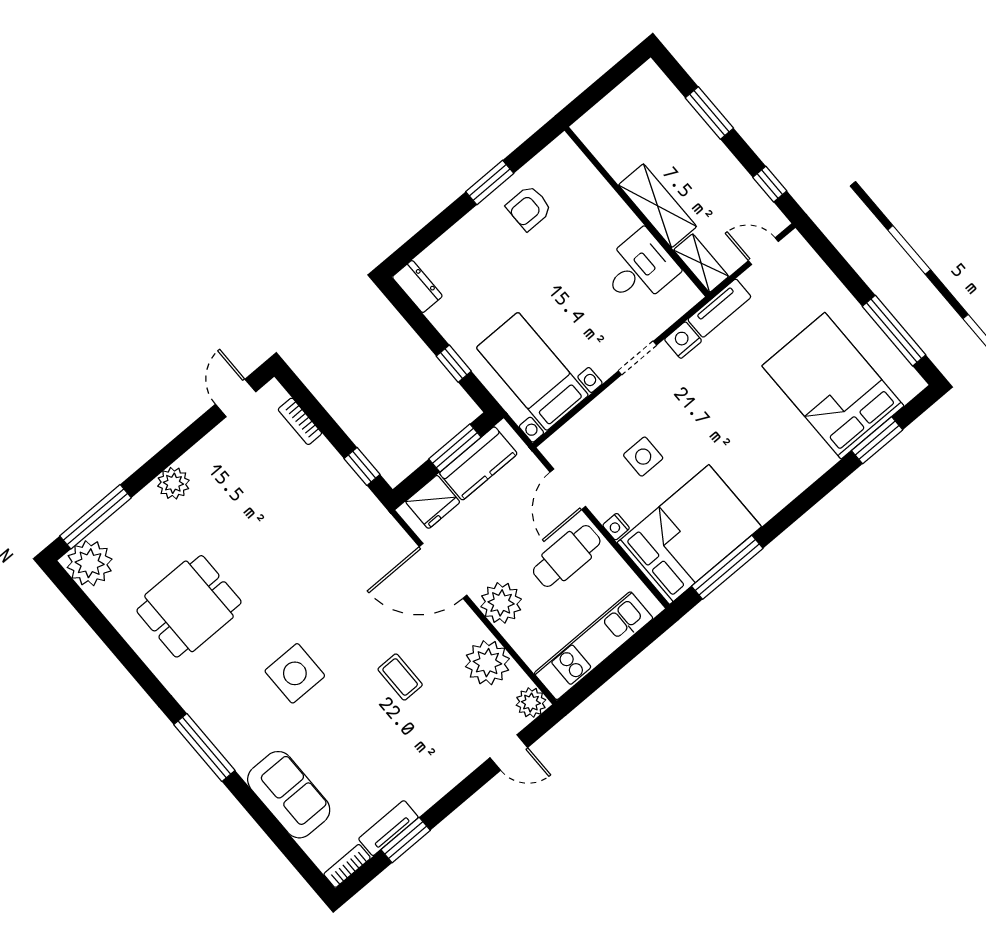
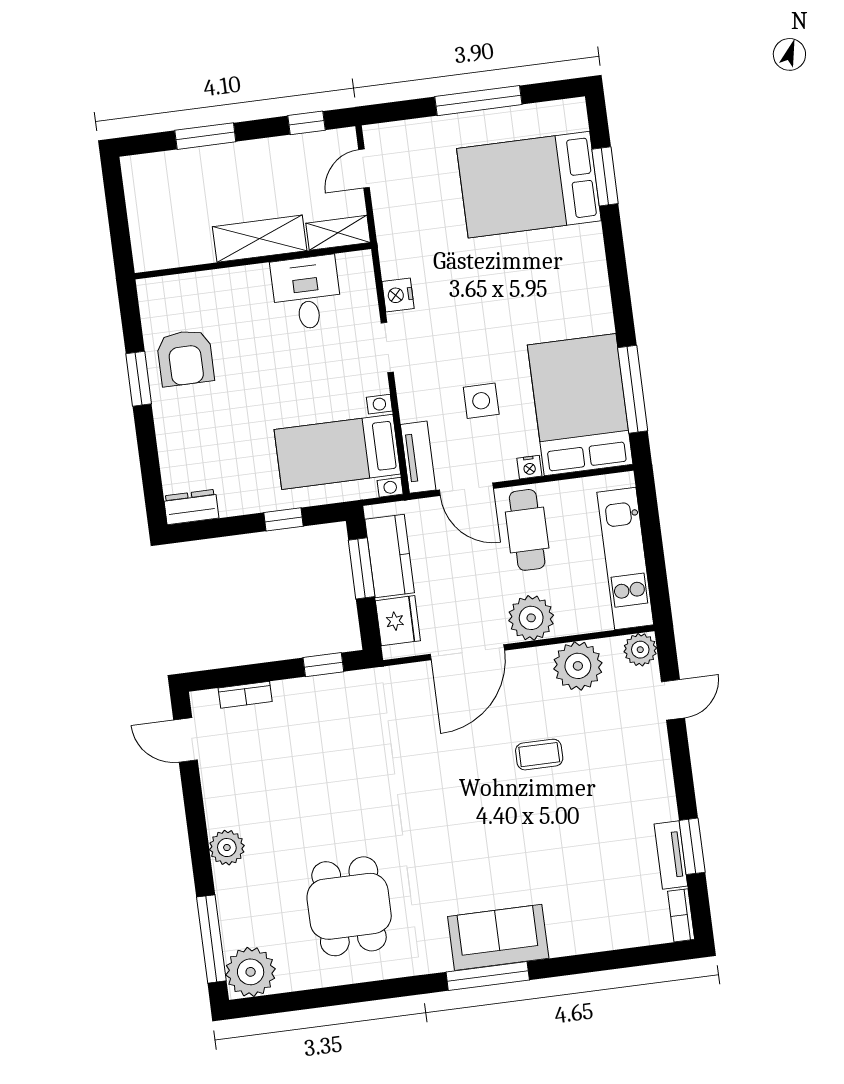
armchair: (529, 208) -> (185, 358), width x1.38, depth x1.38
tv unit: (719, 308) -> (418, 457), moved
window: (894, 331) -> (478, 101), moved
side table: (295, 673) -> (473, 849), removed
sofa: (289, 795) -> (498, 937), moved

